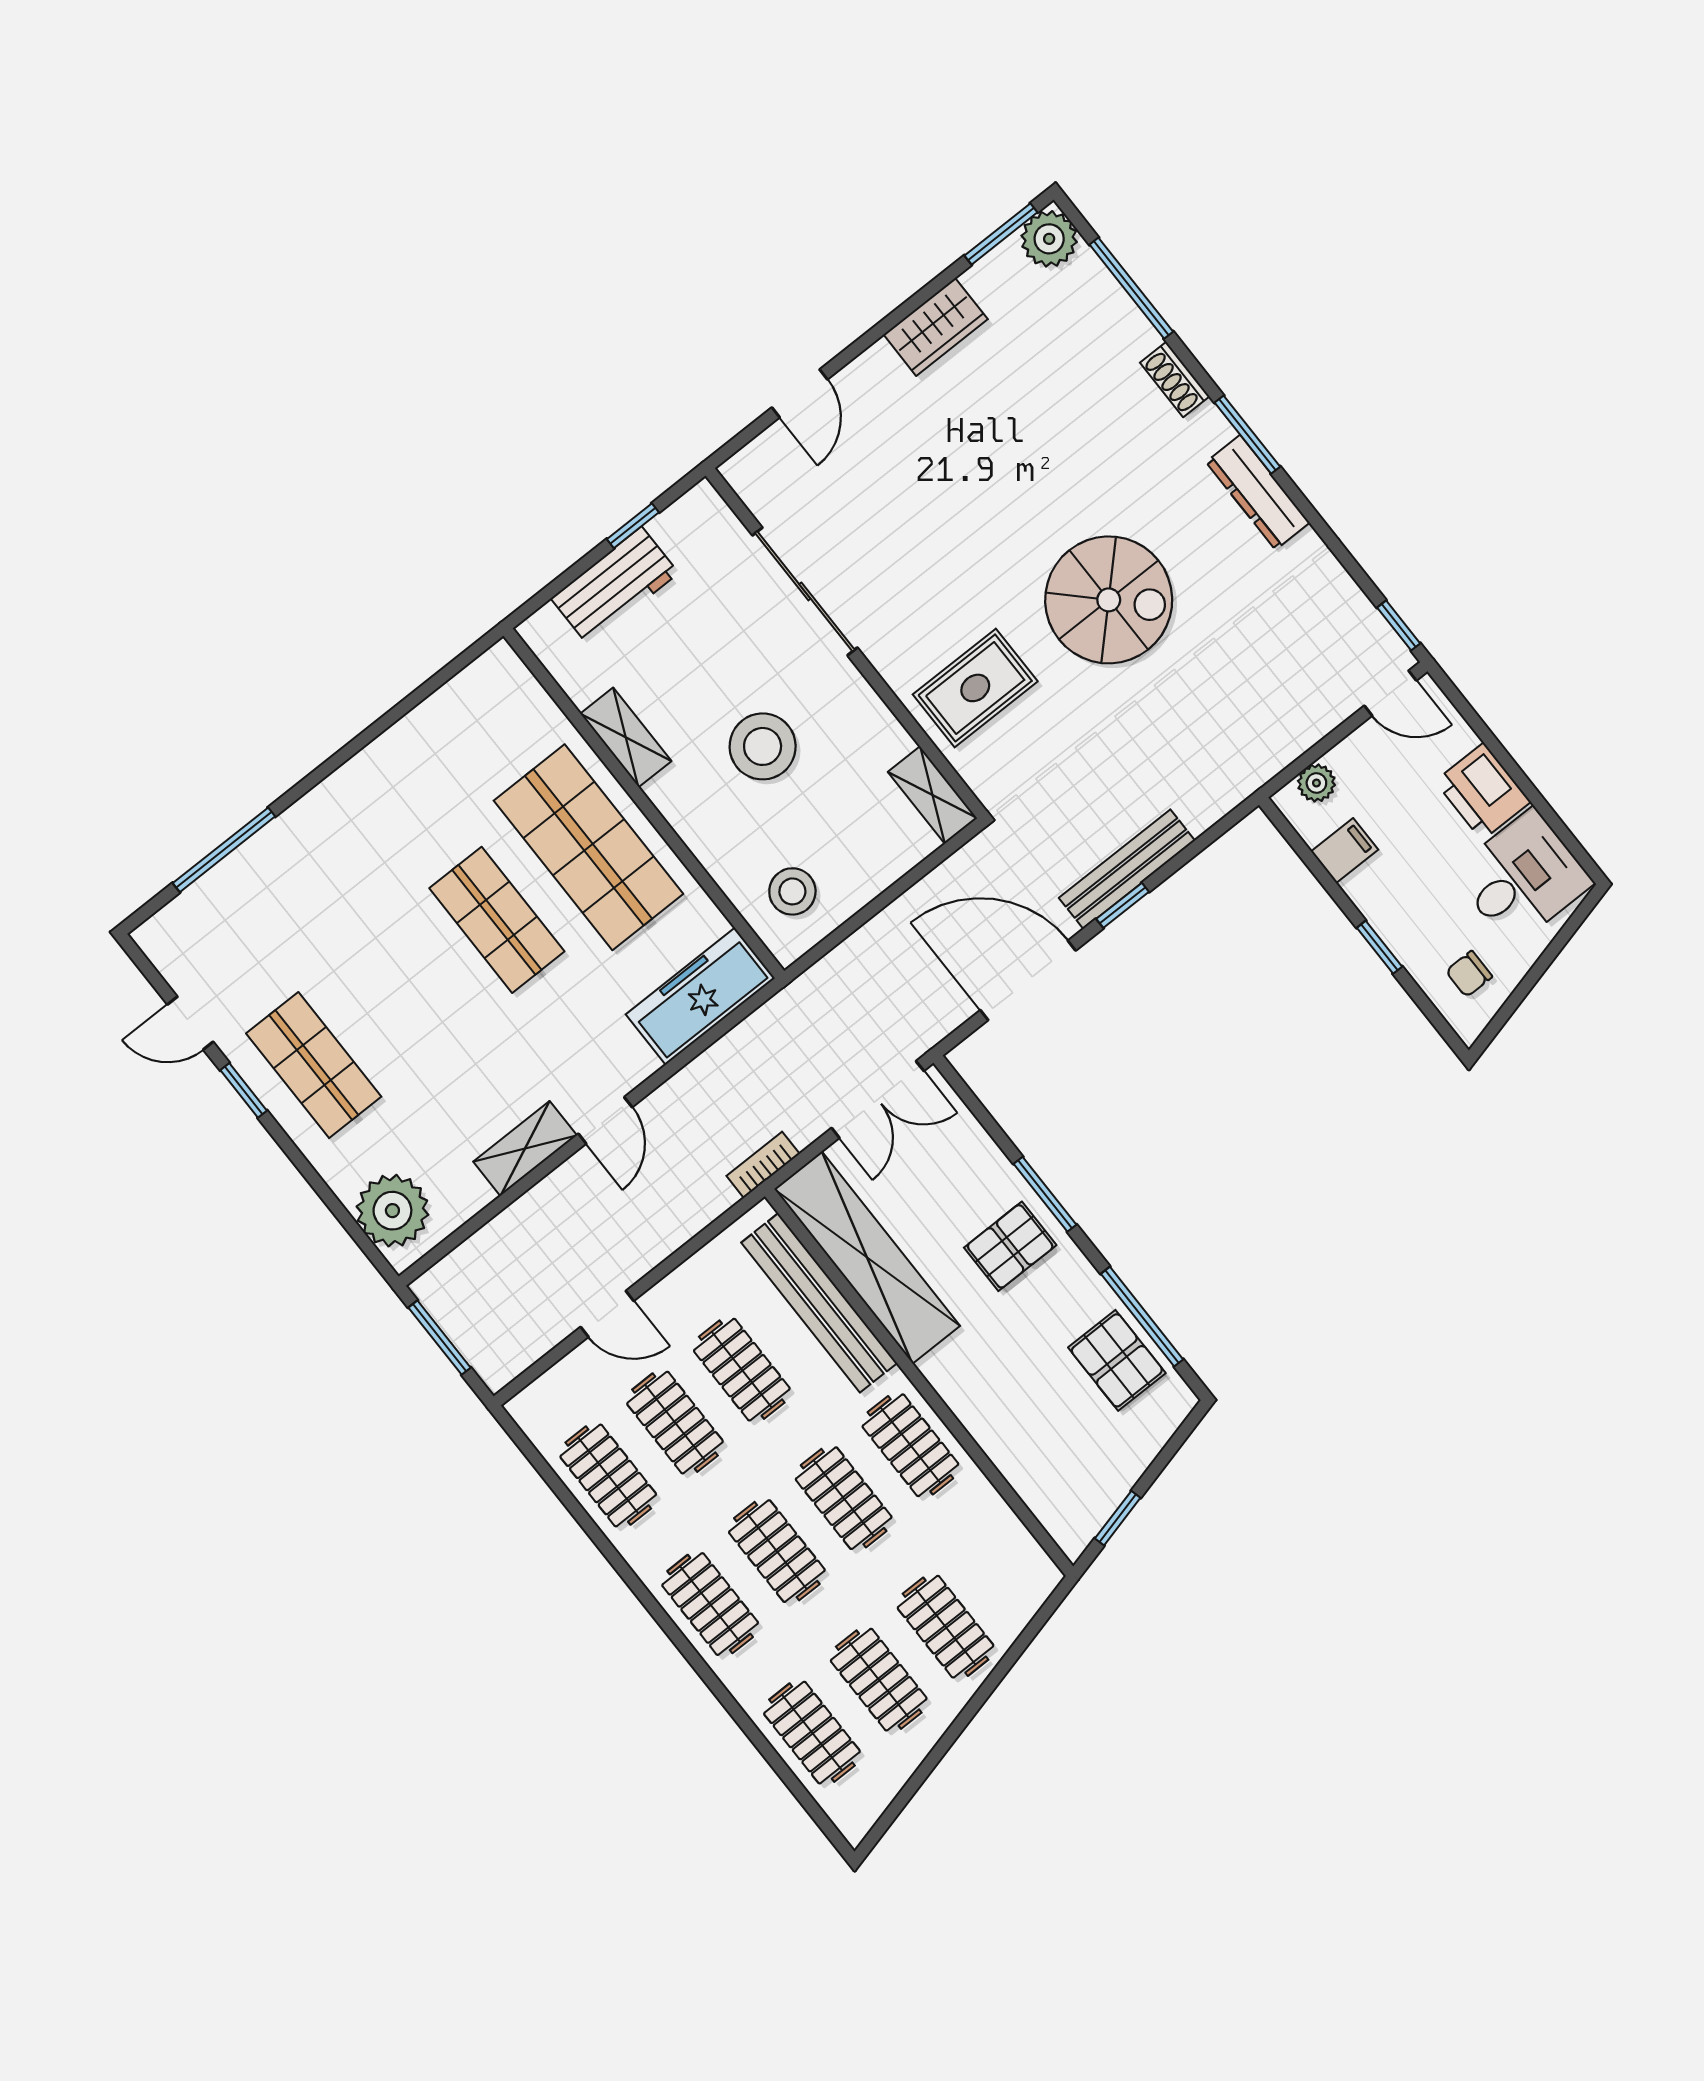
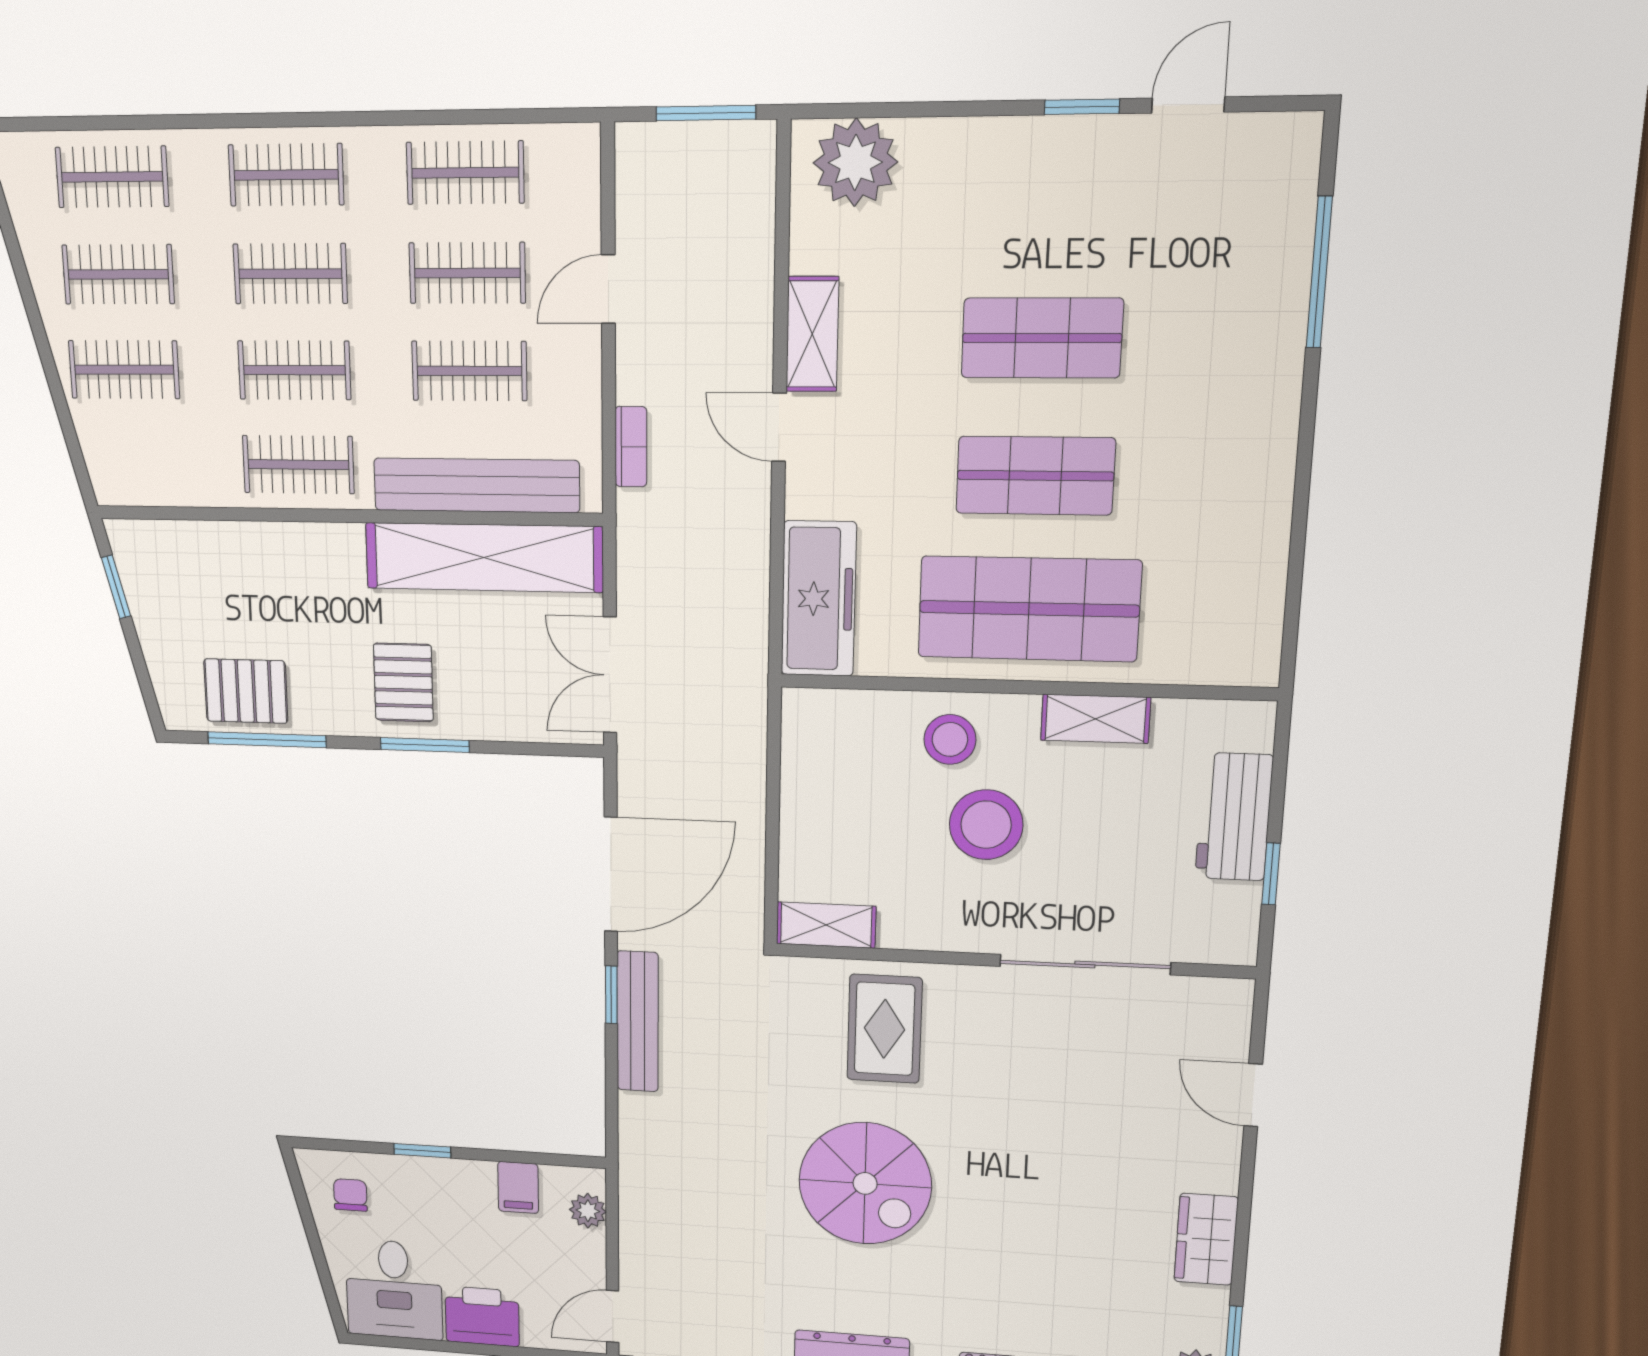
spiral stairs: (1109, 600) -> (865, 1183), turned -90
stool: (792, 891) -> (950, 739), moved
shop shelf: (314, 1065) -> (1042, 338), moved
bookcase: (763, 1165) -> (631, 447), moved

